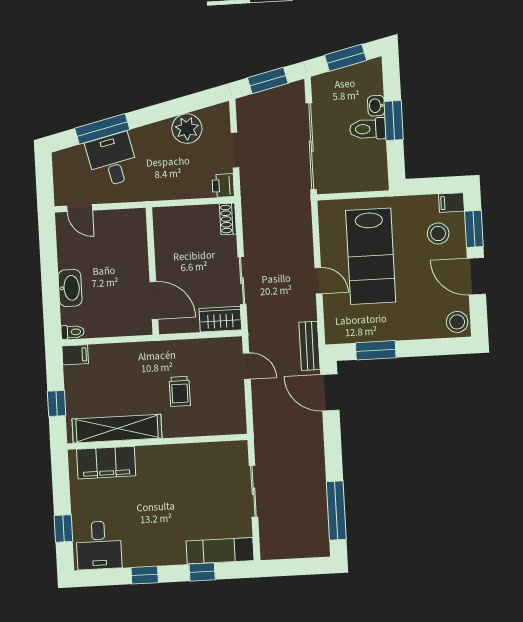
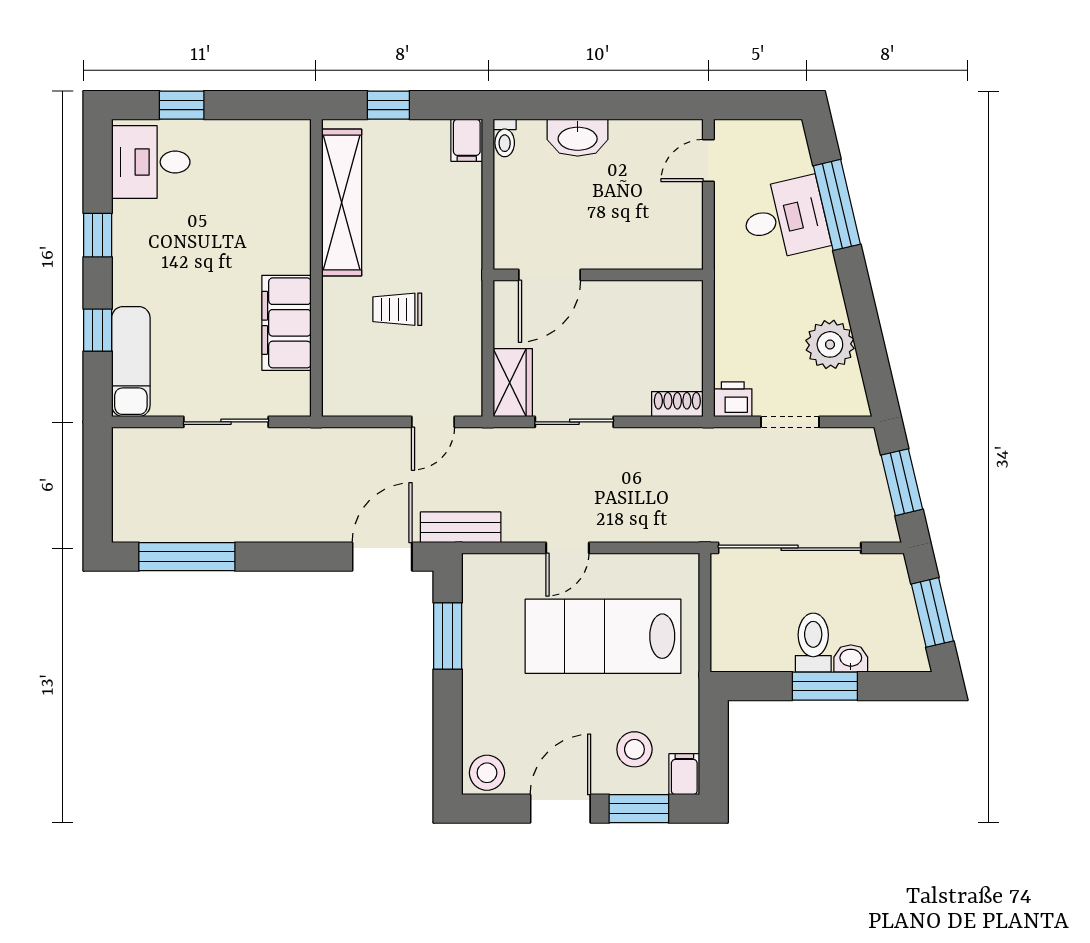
filing cabinet: (106, 463) -> (286, 323), moved

